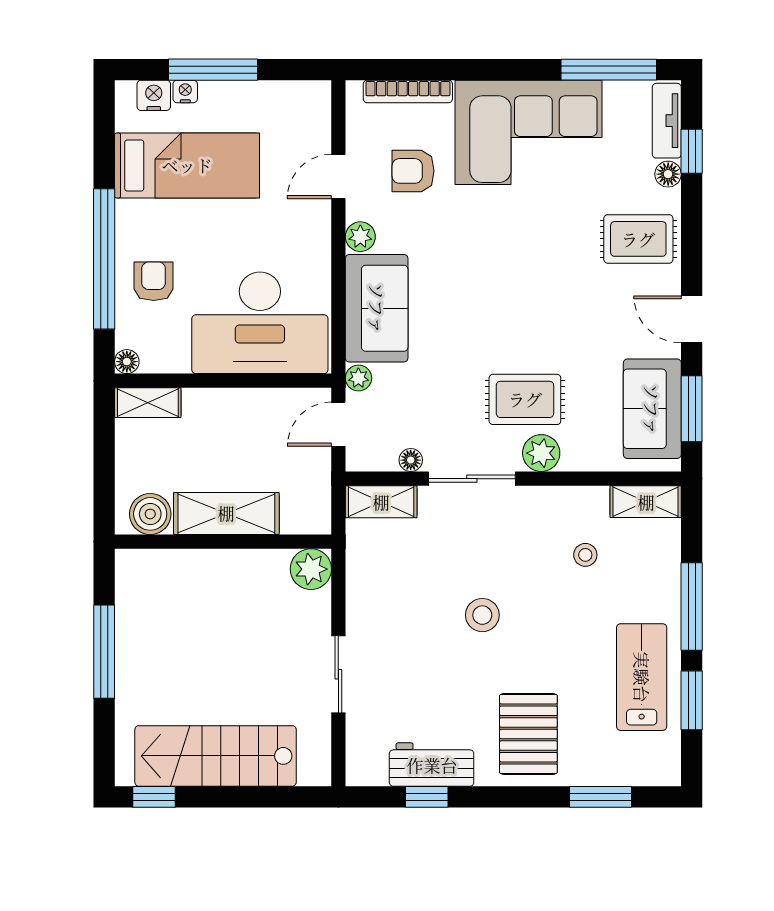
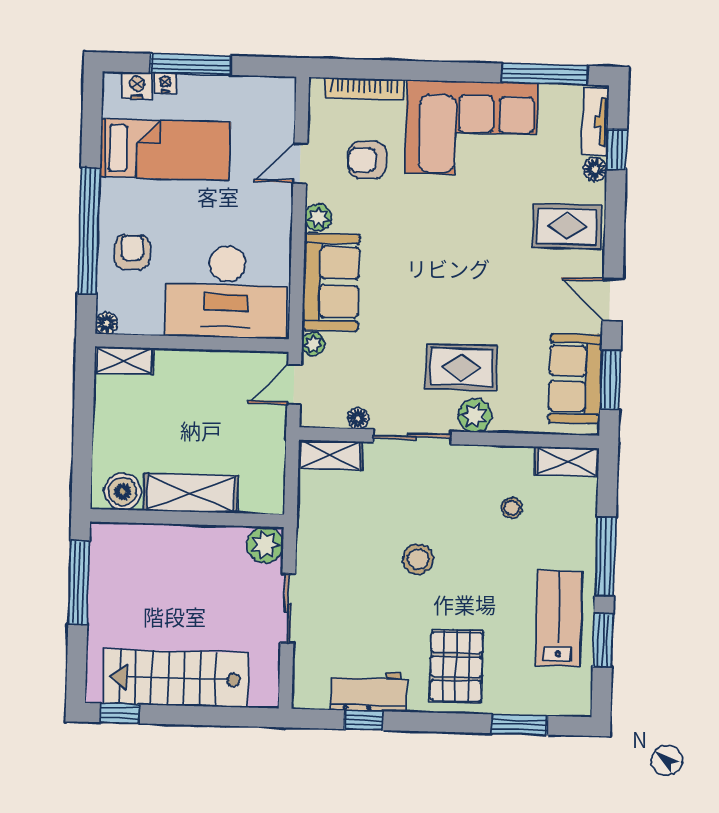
shelving: (226, 513) -> (191, 493), moved
boiler: (150, 514) -> (123, 492), moved
wall: (223, 542) -> (187, 518), moved
plant: (311, 569) -> (265, 545), moved

